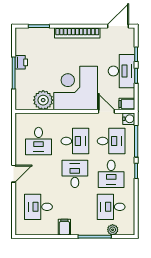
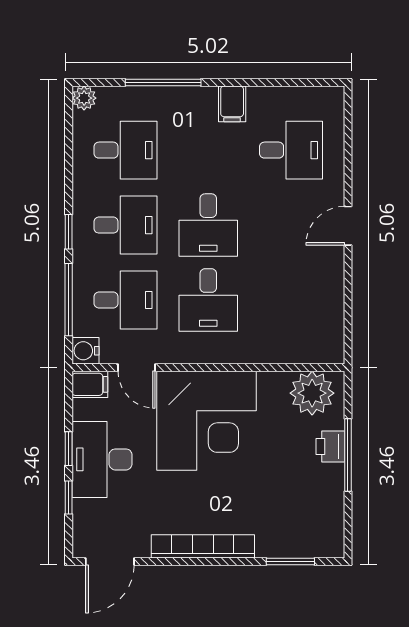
printer: (21, 62) -> (330, 447), moved
plant: (43, 100) -> (312, 393), moved
desk: (39, 141) -> (291, 300), removed
desk: (75, 141) -> (208, 300), turned -90
desk: (111, 141) -> (126, 300), turned 180
desk: (111, 174) -> (126, 225), turned 90
plant: (113, 230) -> (84, 98), moved

